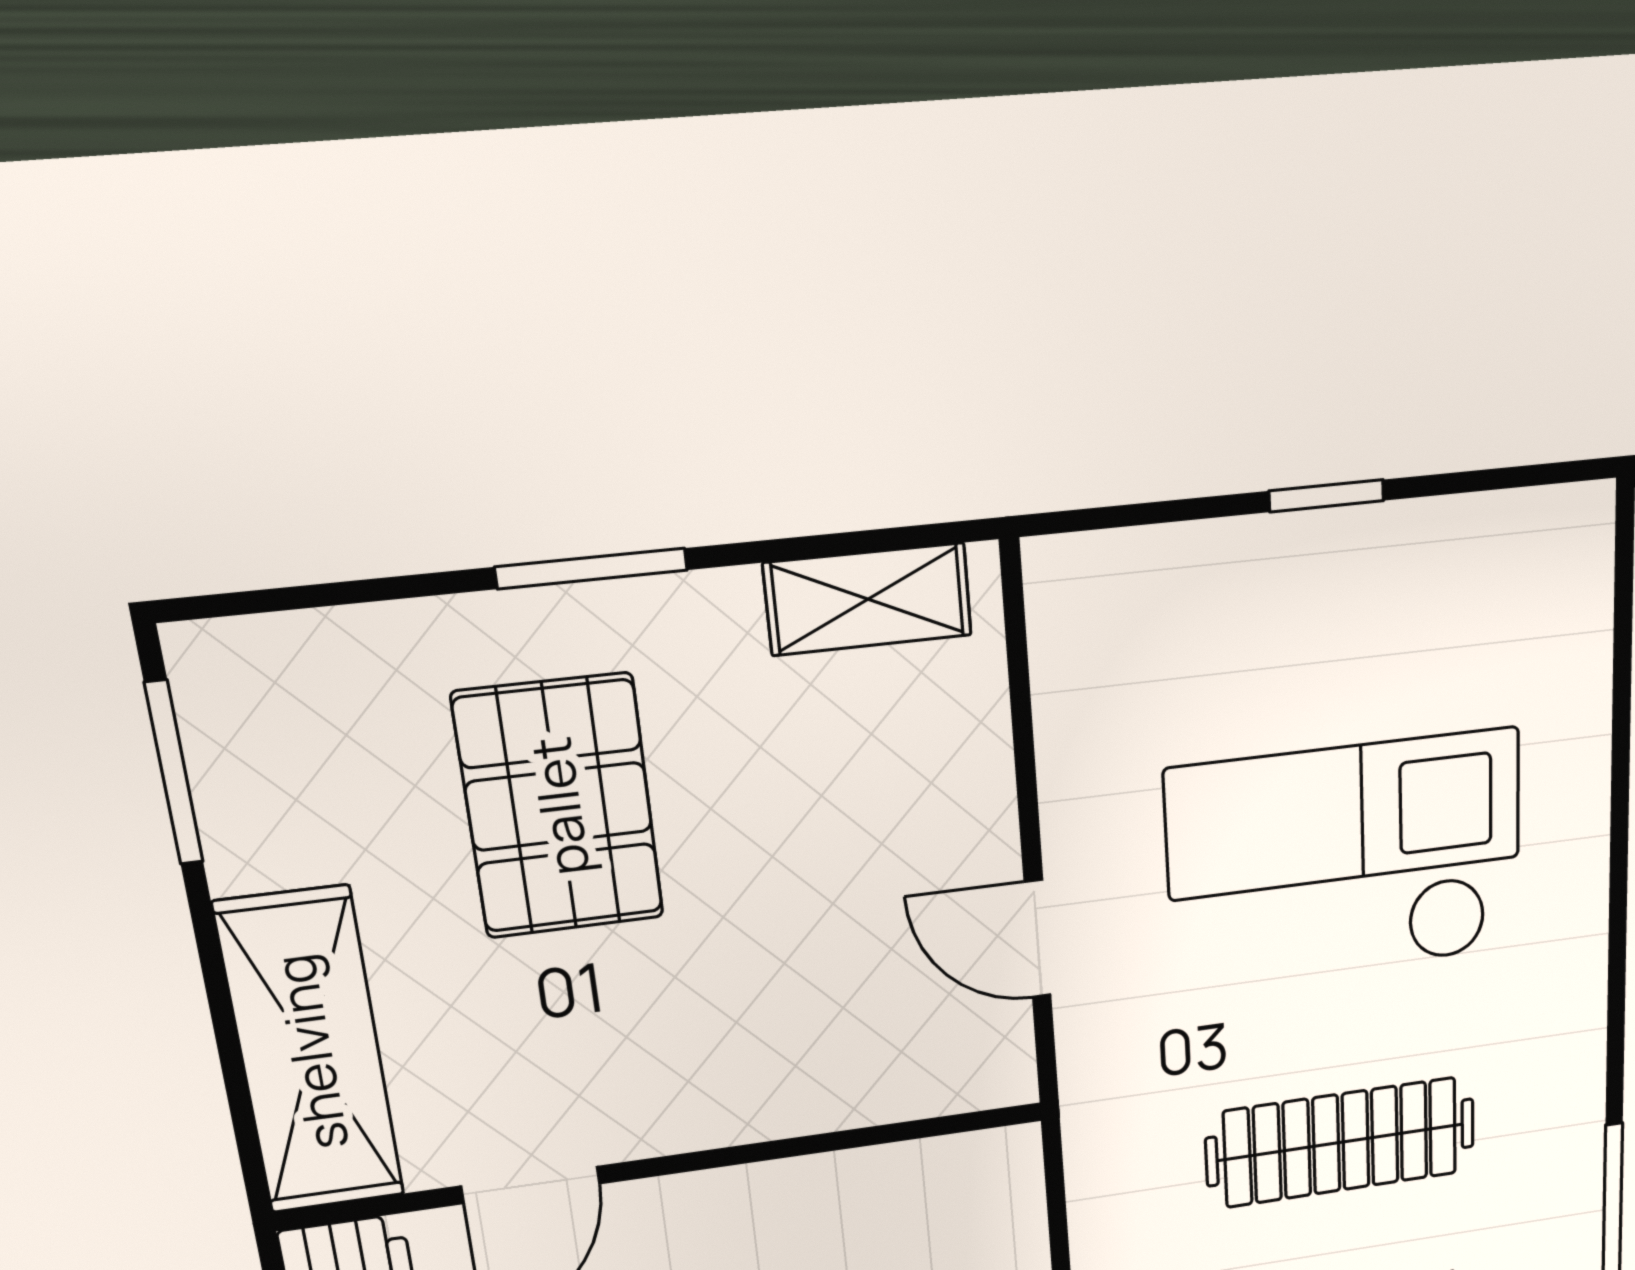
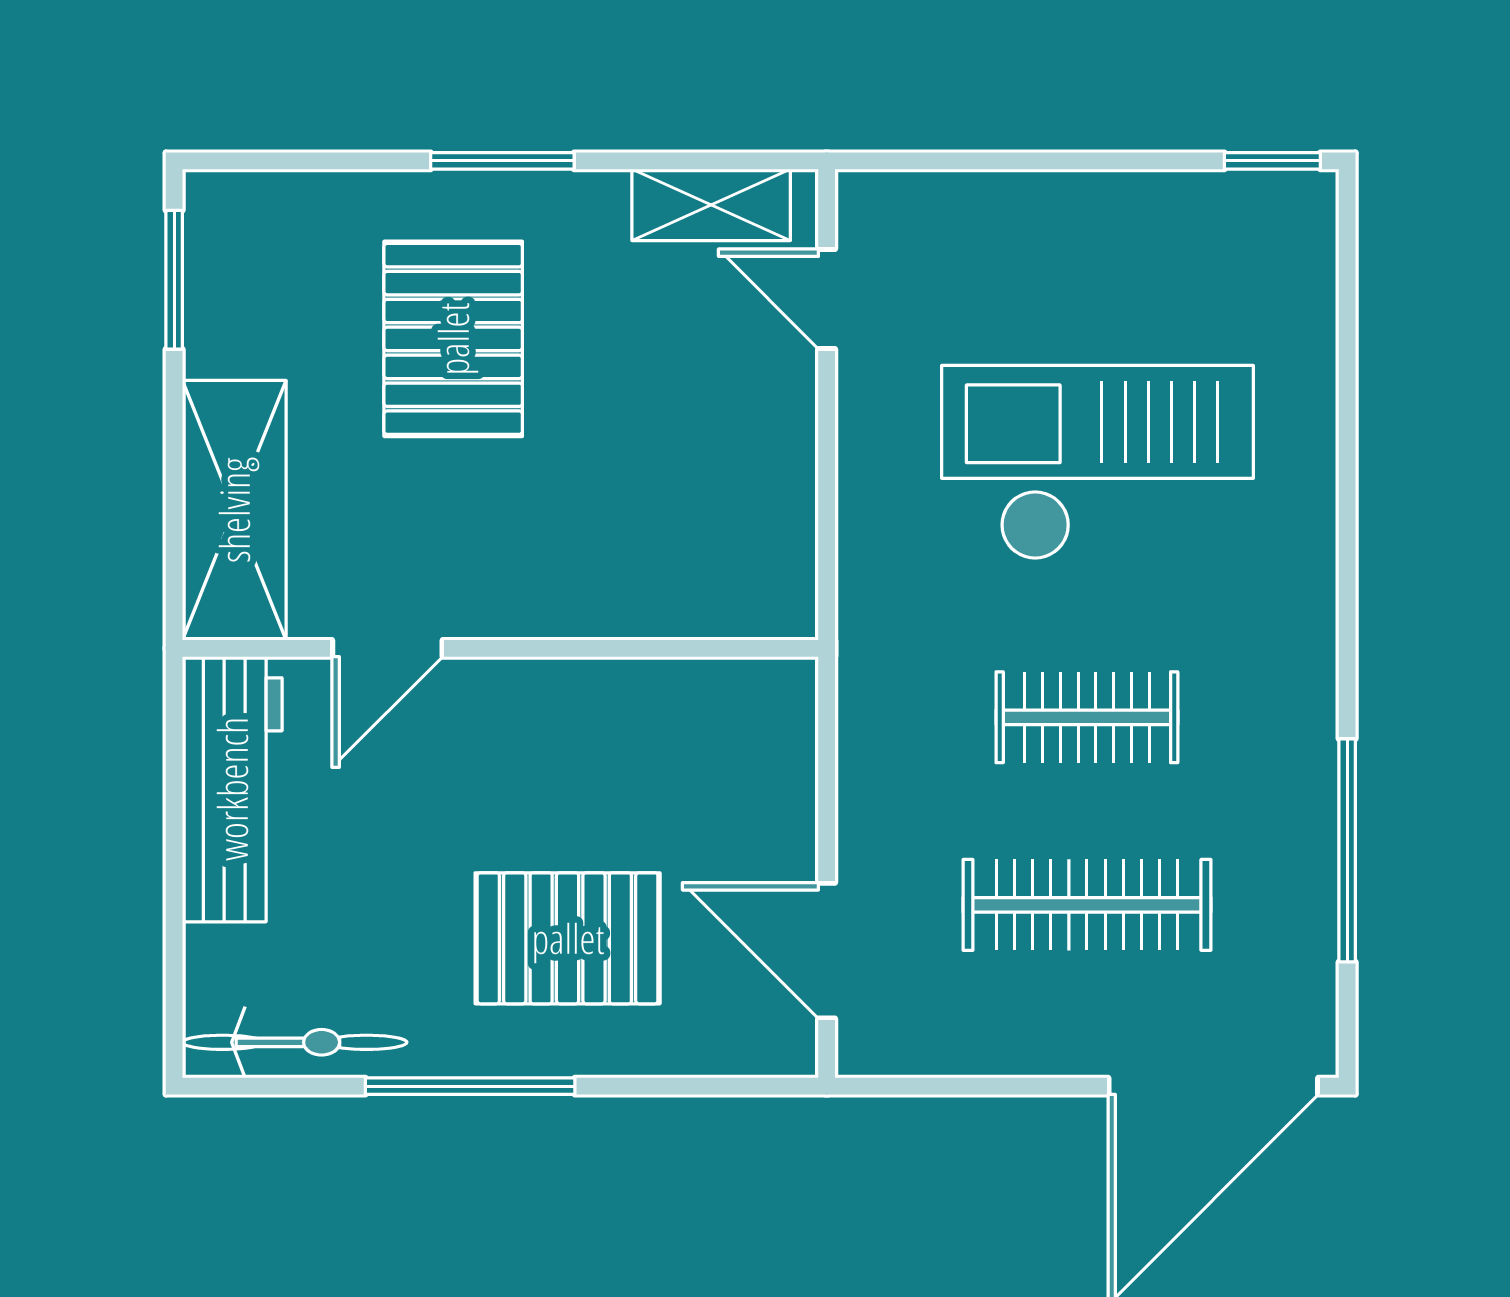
window: (1326, 496) -> (1272, 161), moved
door: (1038, 939) -> (827, 299), moved
clothes rail: (1341, 1142) -> (1087, 717), width x0.73

